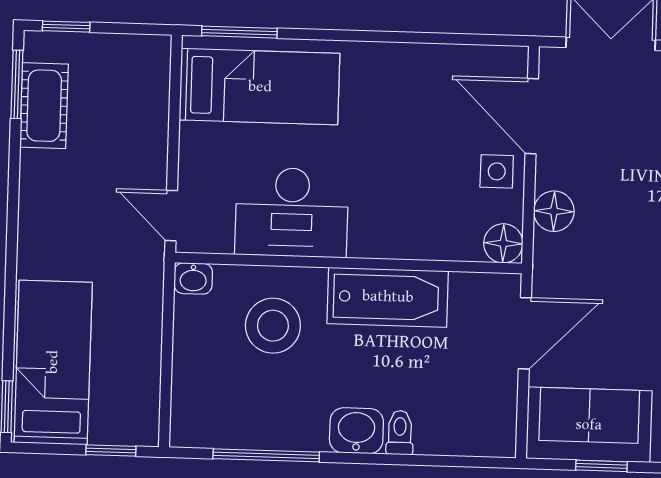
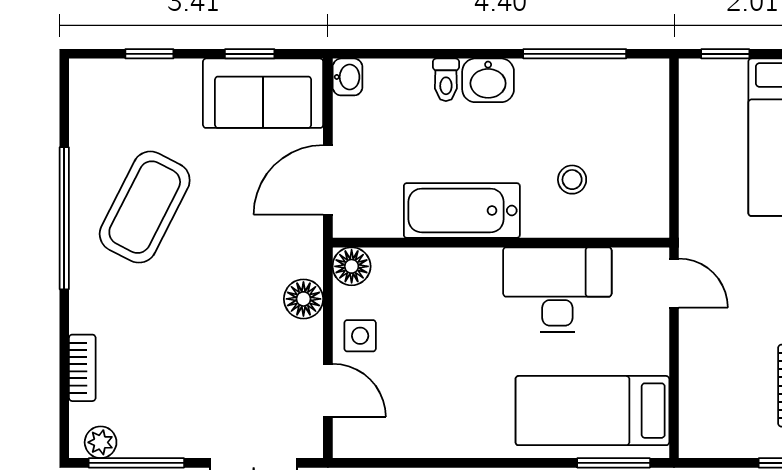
door: (532, 116) -> (328, 390), width x0.73
washbasin: (193, 278) -> (348, 77), moved, turned 90
stool: (273, 326) -> (572, 180), width x0.53, depth x0.53

